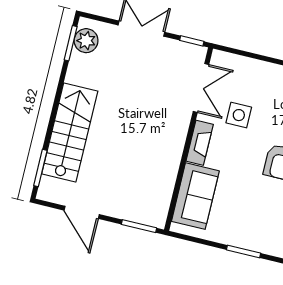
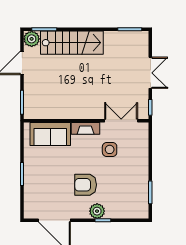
plant: (86, 41) -> (32, 39), moved
double door: (201, 88) -> (121, 121), swing flipped

